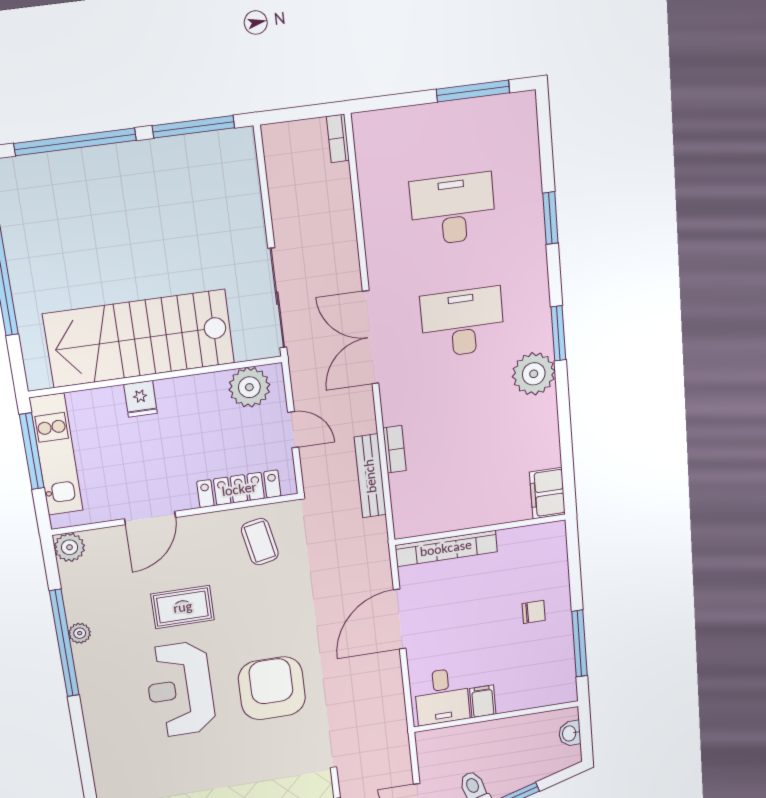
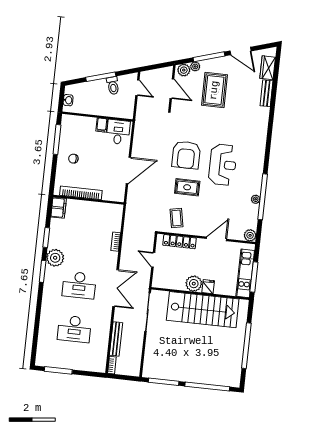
window: (550, 218) -> (46, 237), moved
plant: (249, 387) -> (194, 284), moved
bench: (370, 476) -> (116, 339), moved
bookcase: (446, 548) -> (81, 193), moved
rug: (183, 607) -> (187, 187), moved

